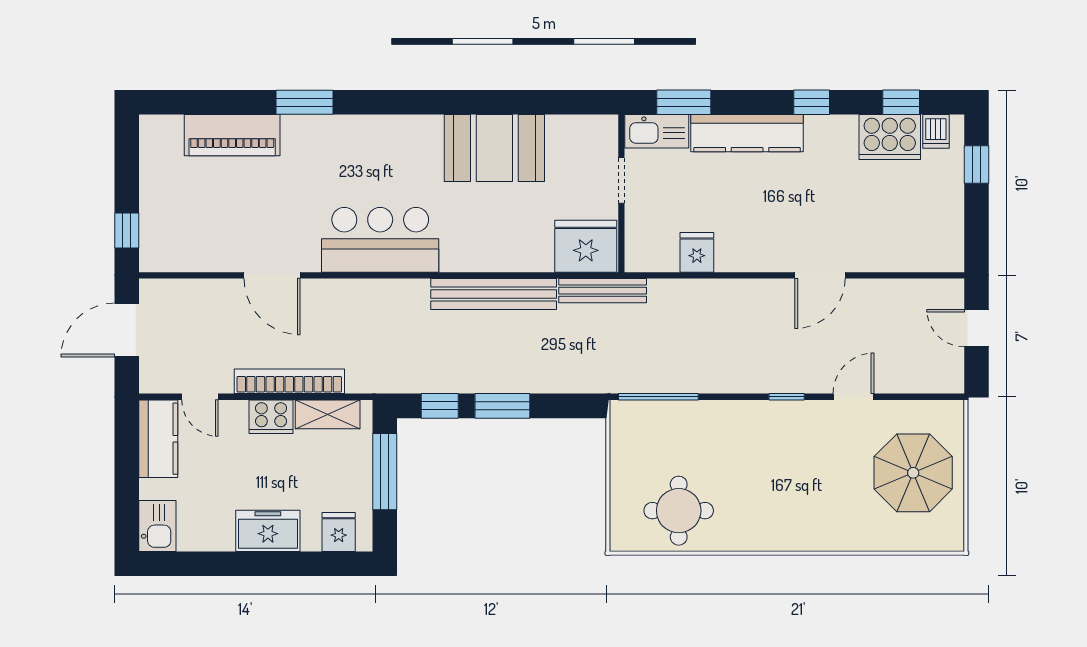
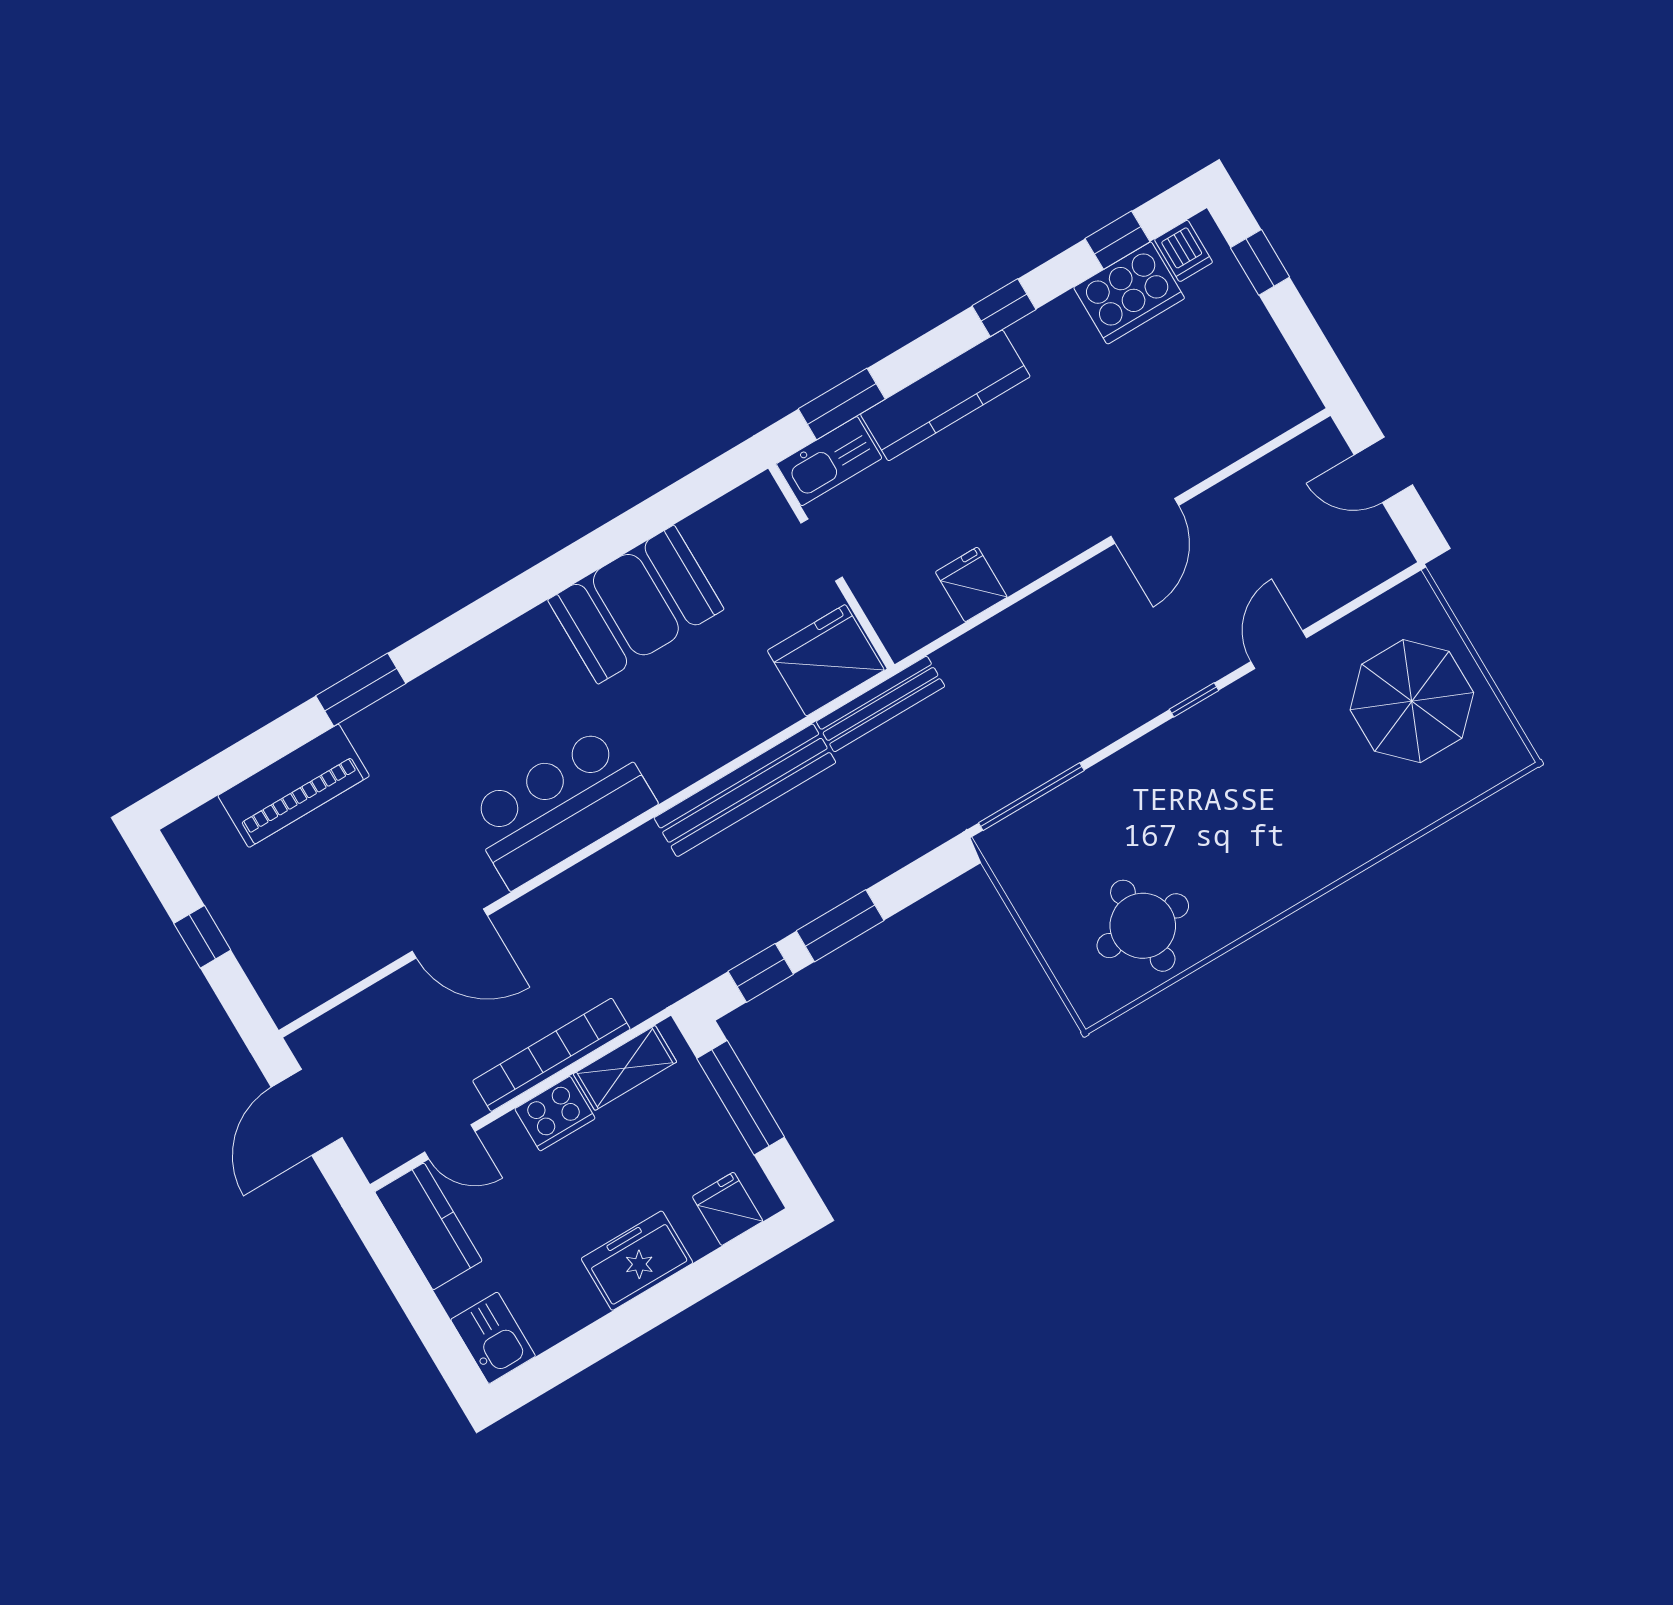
window: (127, 230) -> (202, 937), moved

